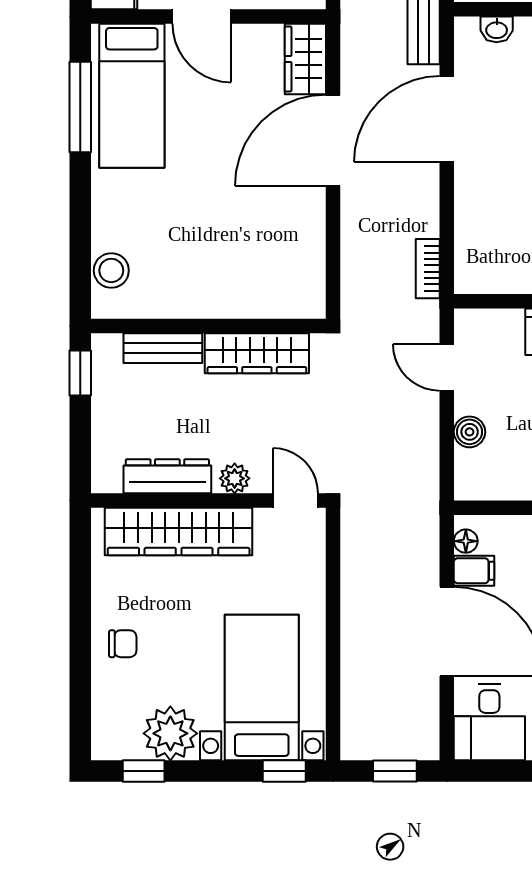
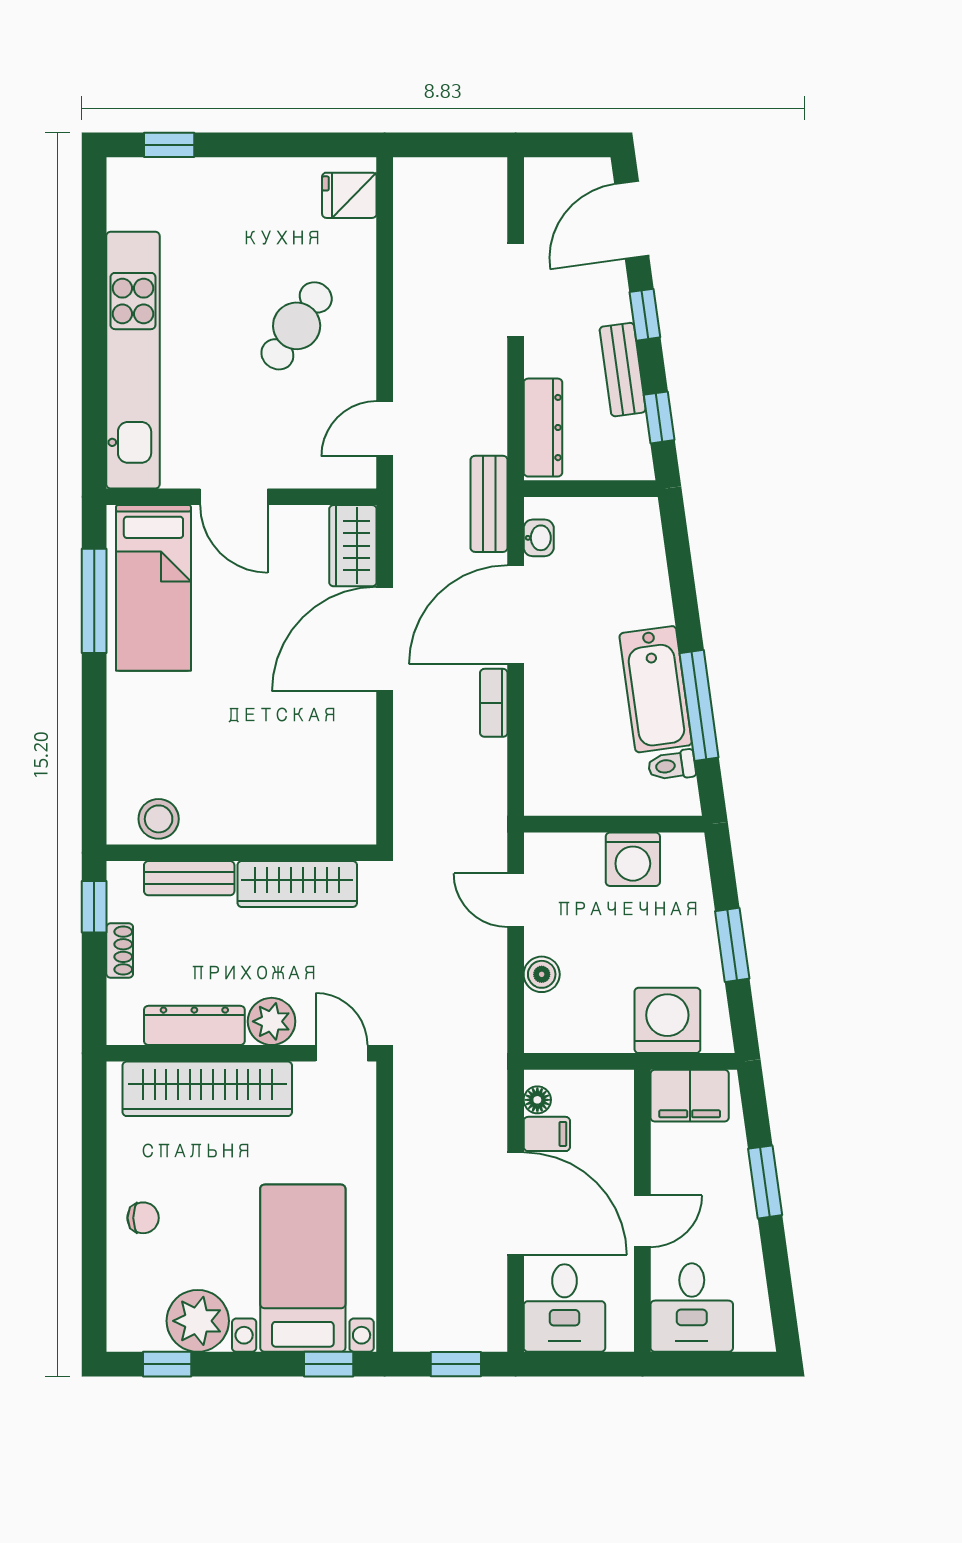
washbasin: (497, 29) -> (539, 538), moved, turned -90
bookcase: (428, 269) -> (494, 703), moved
stool: (111, 270) -> (159, 819), moved
shoe rack: (102, 411) -> (120, 951), added
plant: (235, 478) -> (272, 1021), width x1.38, depth x1.38

